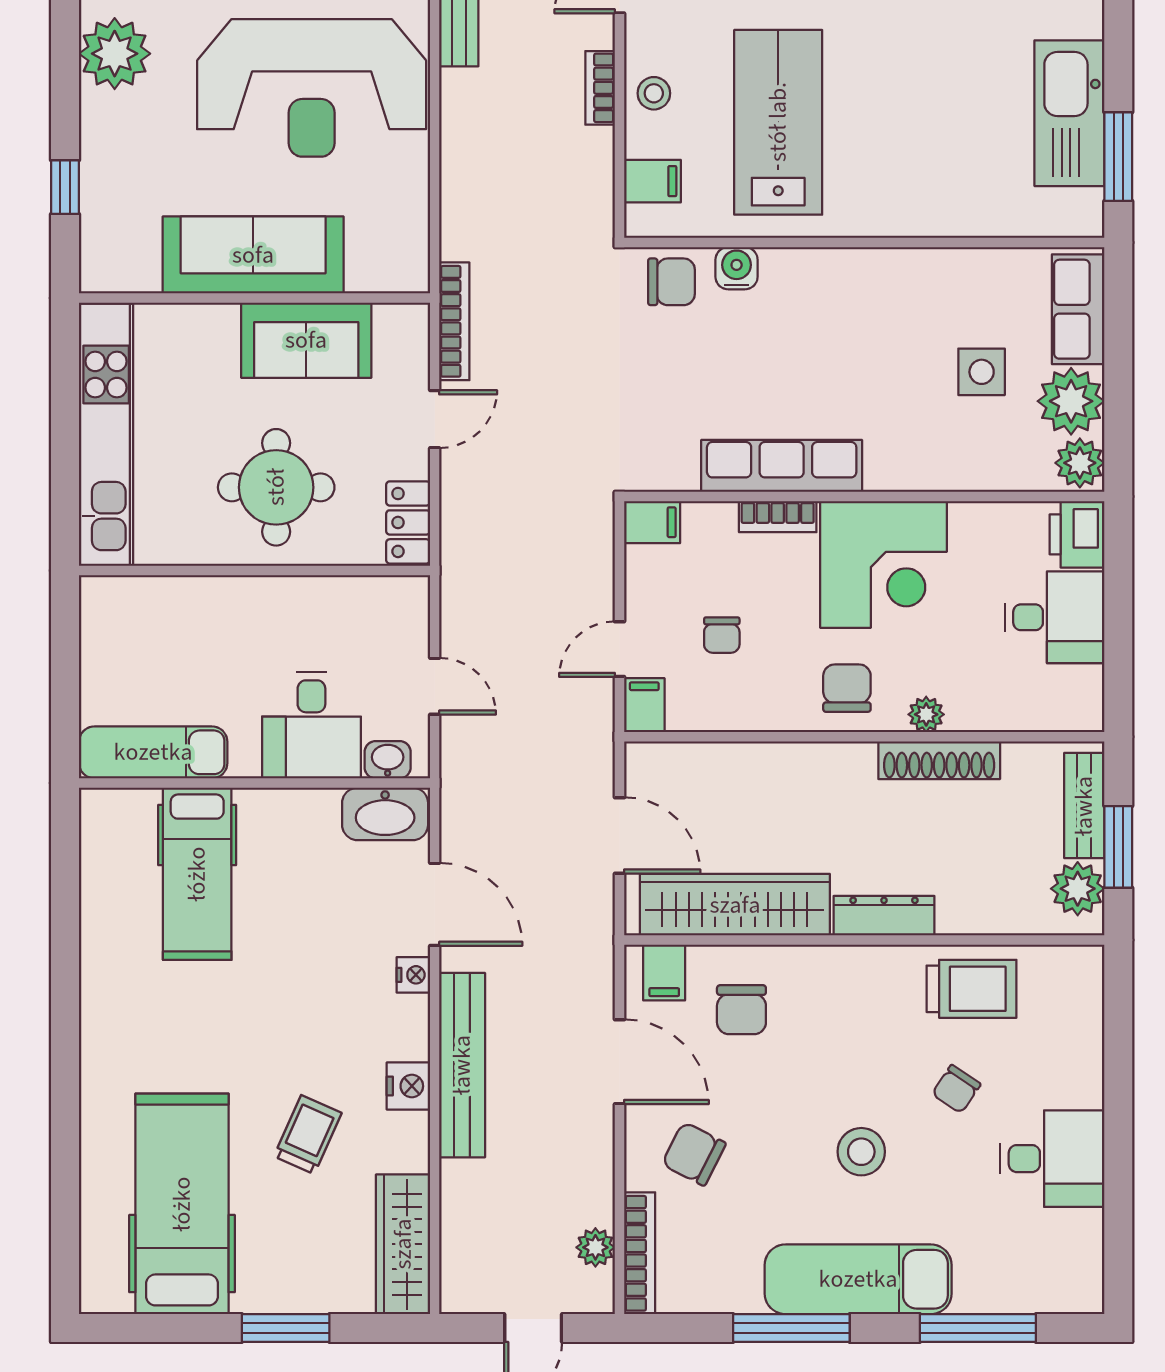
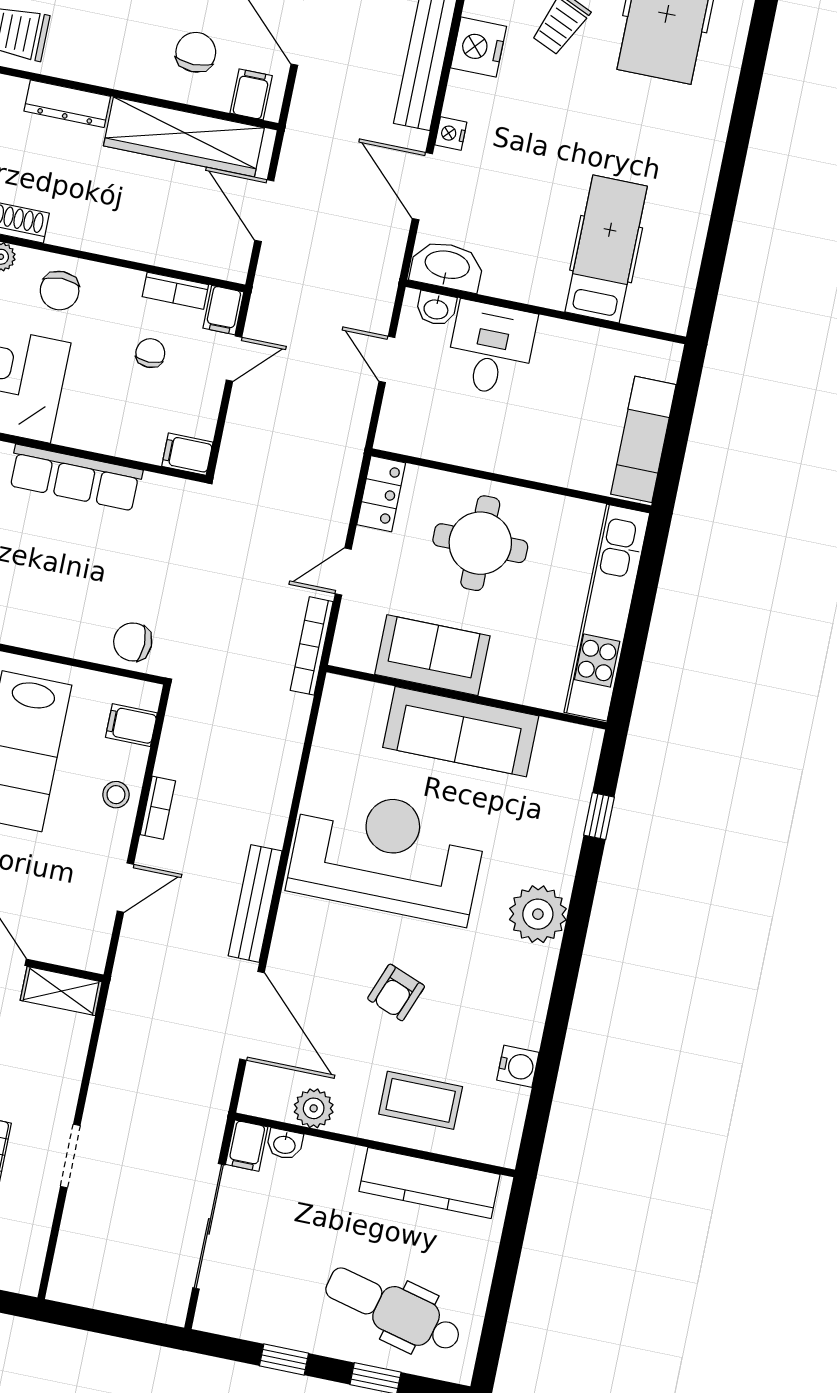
water cooler: (737, 268) -> (79, 642), removed
bookcase: (778, 517) -> (175, 291), moved, turned 180
exam couch: (153, 752) -> (643, 439), moved, turned 90
nightstand: (408, 1086) -> (478, 47), width x1.36, depth x1.33

